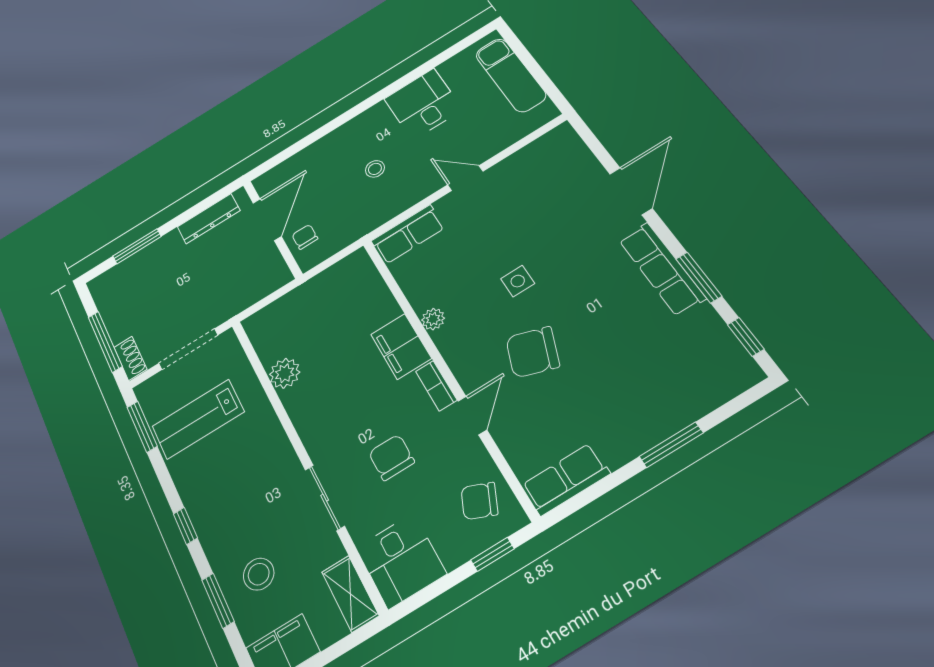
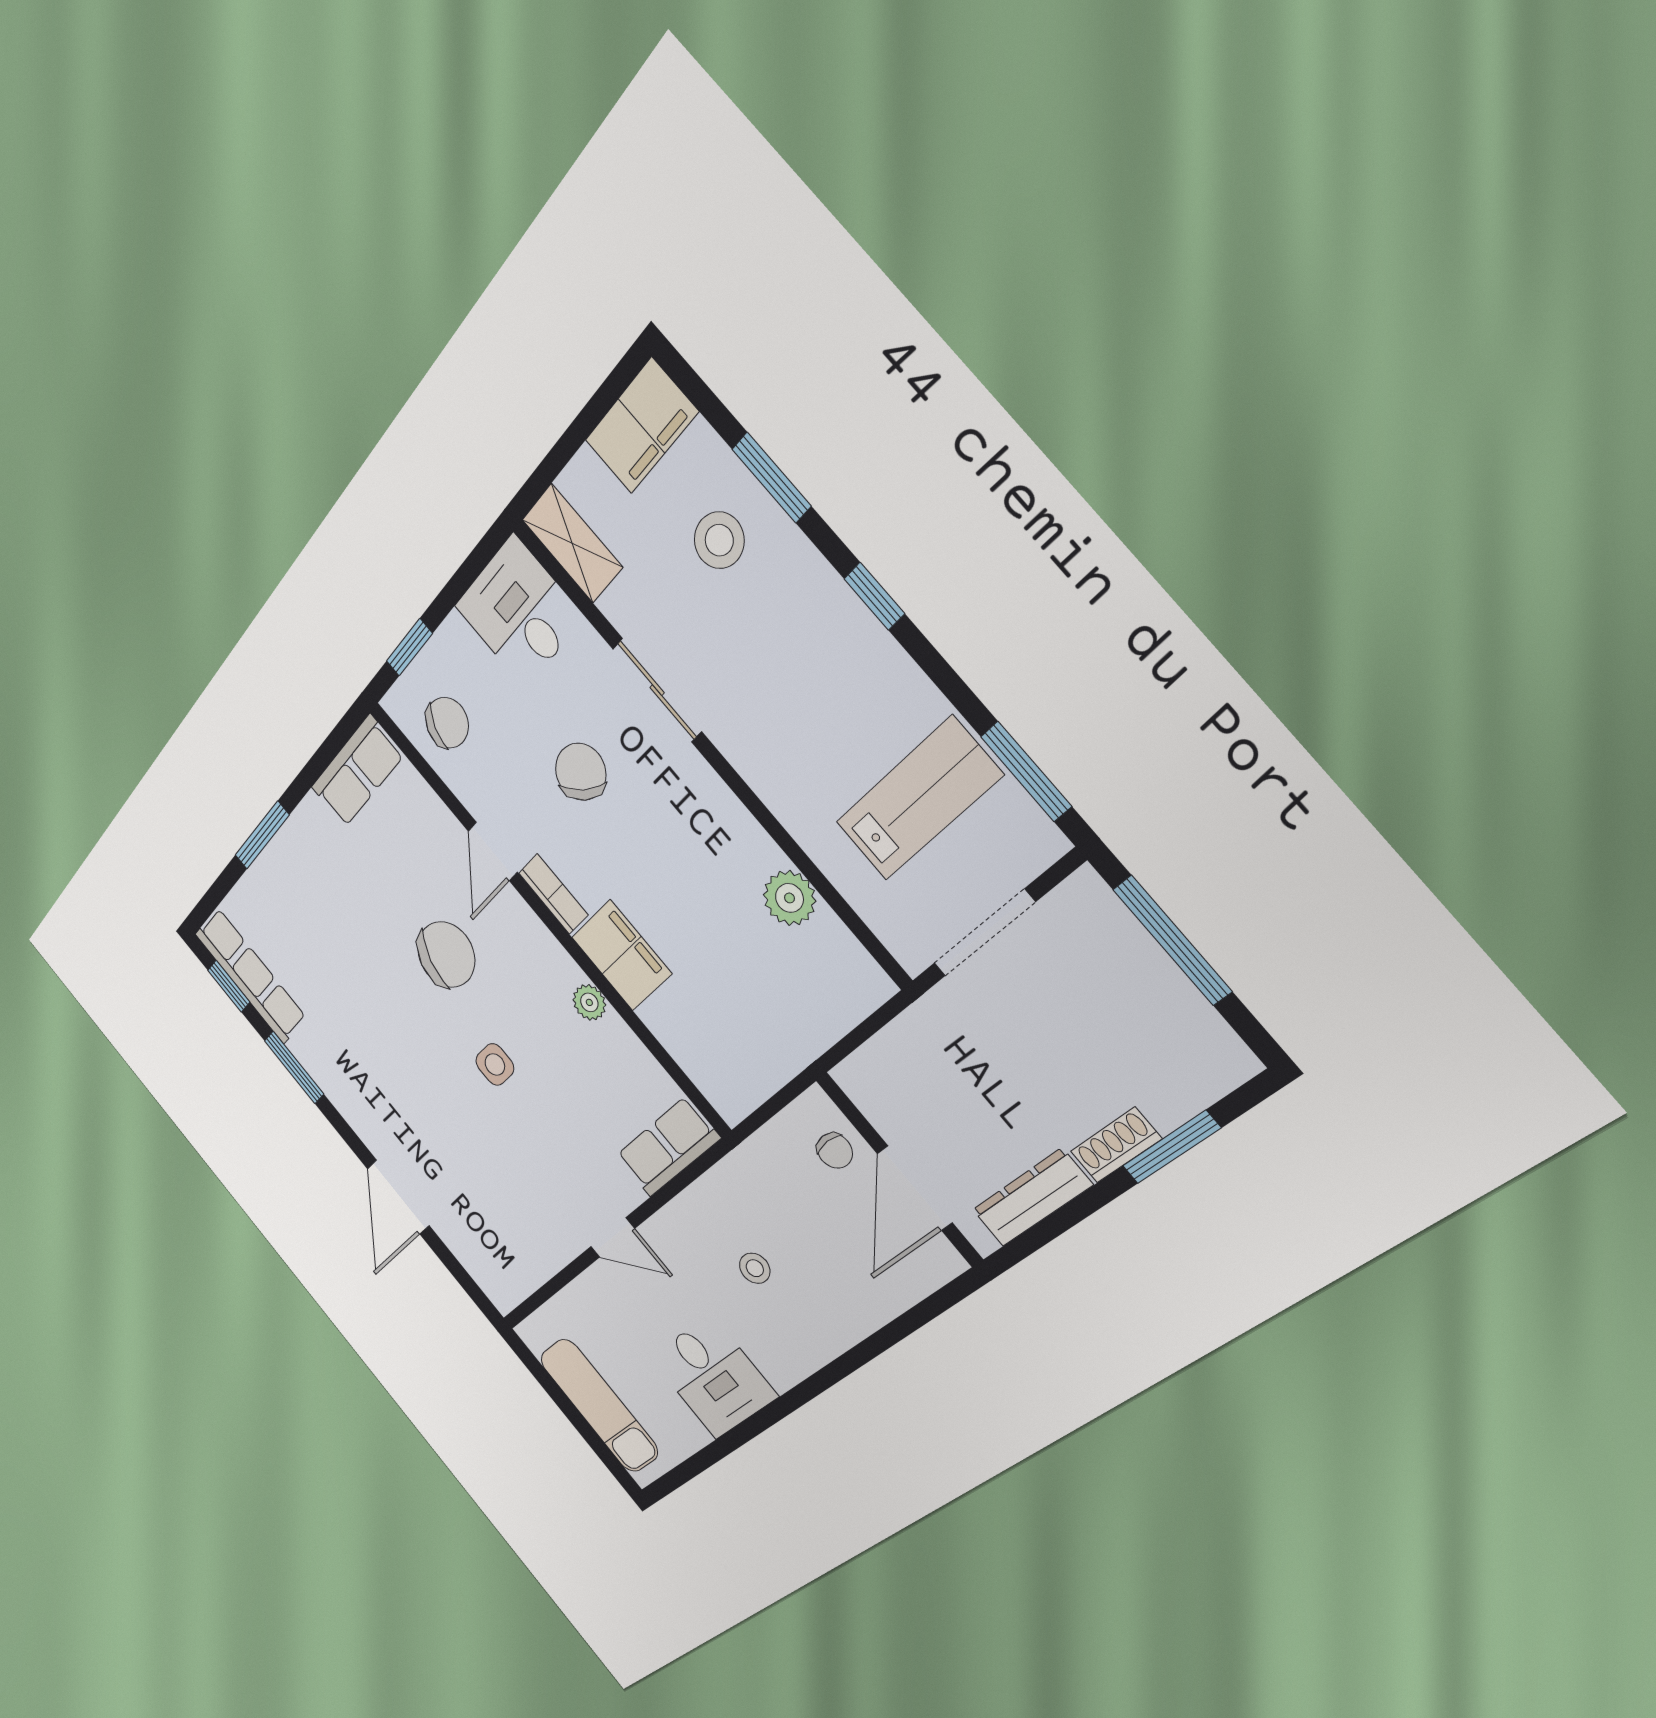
row of seats: (662, 269) -> (250, 976), moved
shoe rack: (130, 358) -> (1116, 1145), moved, turned 90
chair: (391, 457) -> (581, 772), turned -143

